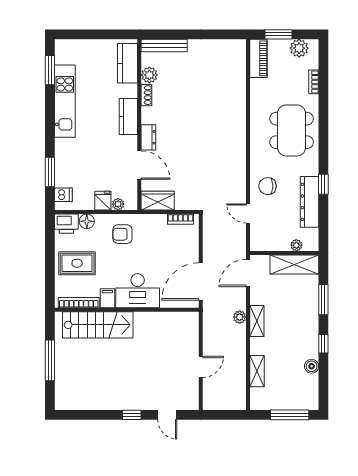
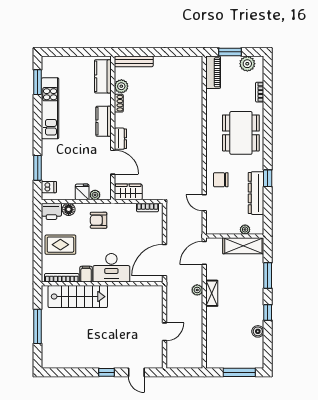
shelving: (257, 371) -> (212, 335), removed

